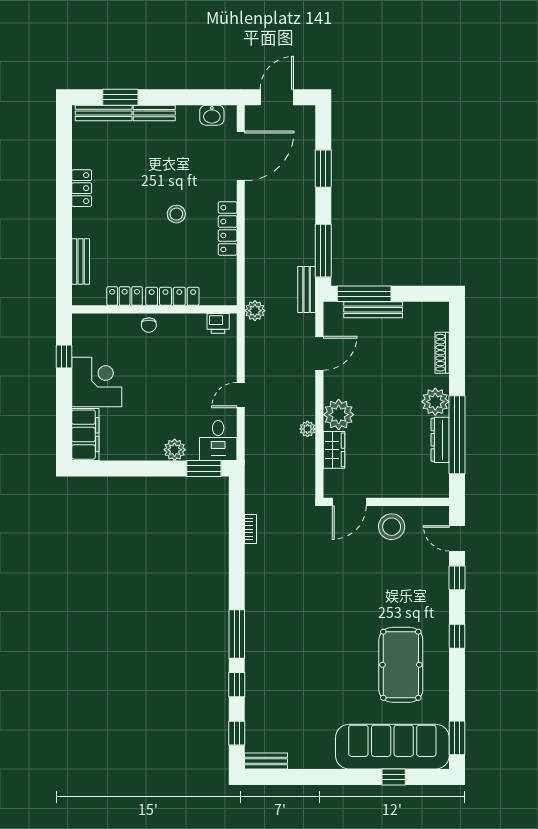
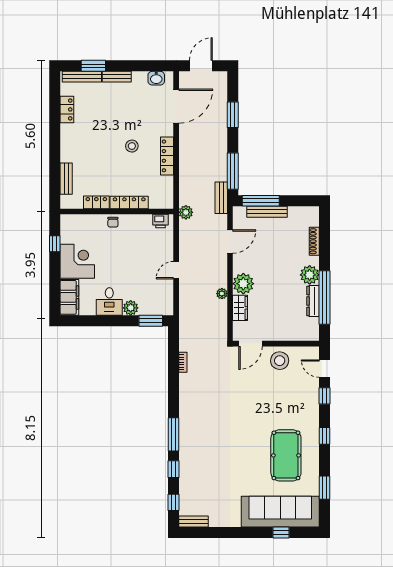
locker: (82, 188) -> (67, 109), moved
desk: (218, 441) -> (109, 301), moved
window: (457, 738) -> (324, 488), moved

